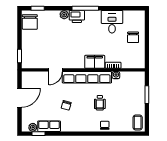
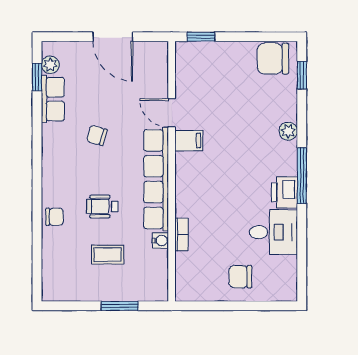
printer: (77, 17) -> (284, 192), moved
filing cabinet: (95, 62) -> (189, 141), moved, width x0.50
coffee table: (138, 122) -> (108, 255), moved

